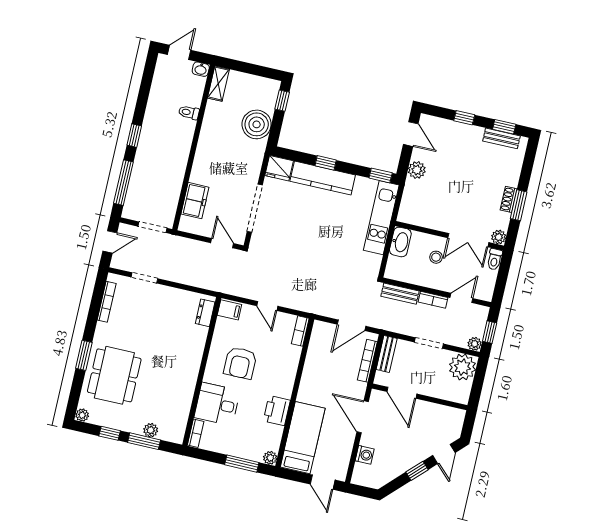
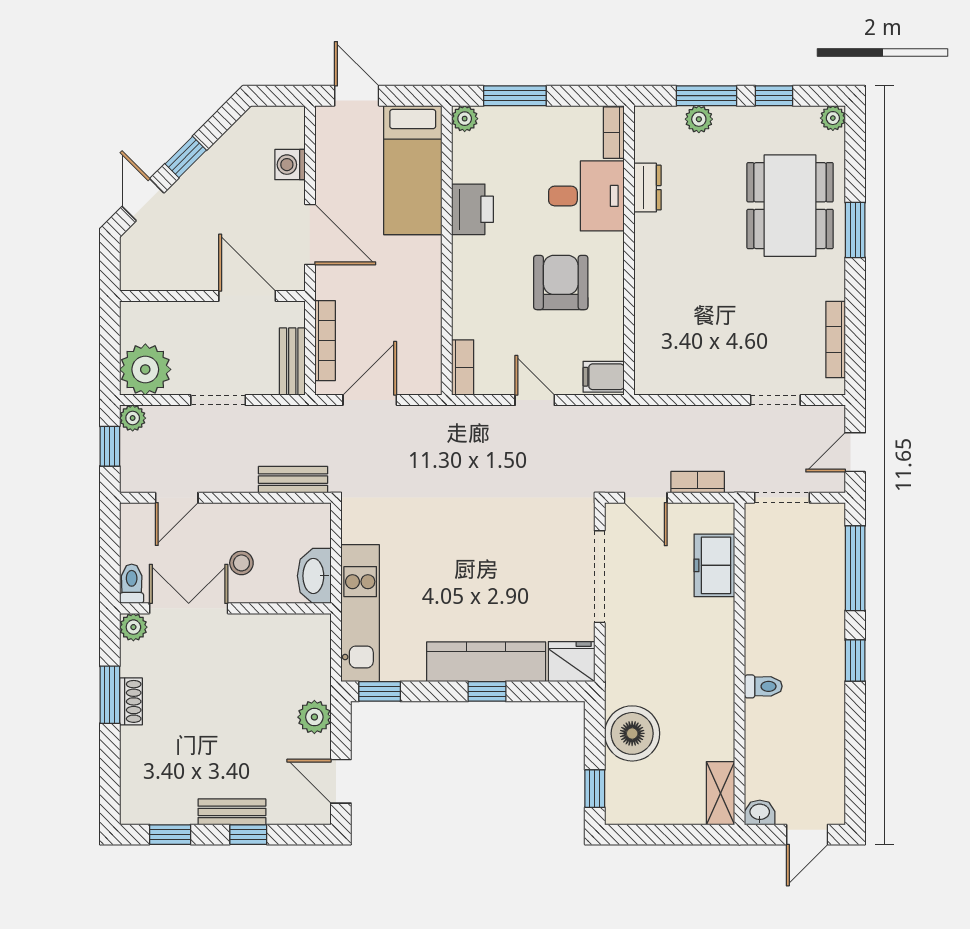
toilet: (189, 112) -> (763, 686), moved
bench: (501, 138) -> (232, 812), moved
bookcase: (433, 300) -> (698, 482), moved
dresser: (205, 313) -> (648, 188), moved

